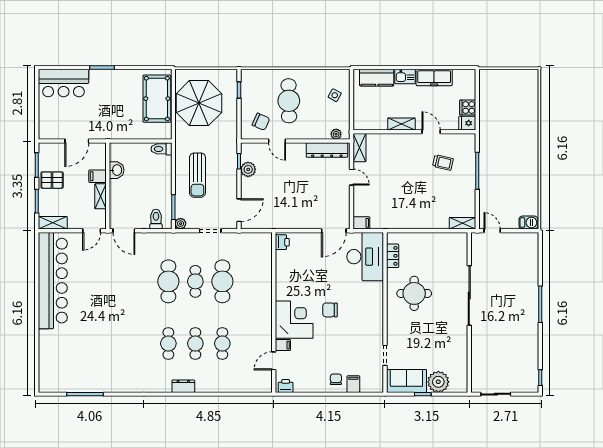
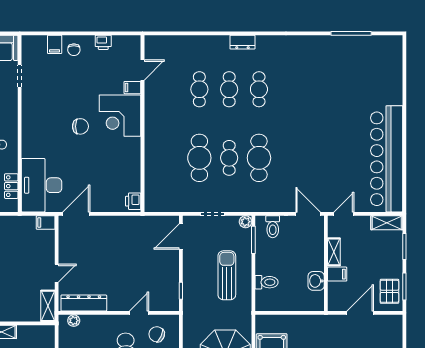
door: (277, 141) -> (139, 313), hinge flipped
toilet: (161, 149) -> (267, 282), moved
plant: (248, 169) -> (171, 282), removed
door: (351, 177) -> (57, 273), swing flipped
pallet: (52, 180) -> (389, 291), moved, turned 90
printer: (286, 386) -> (103, 42), moved

